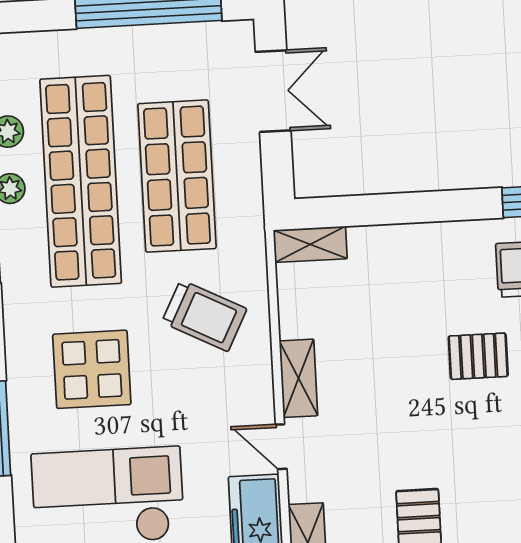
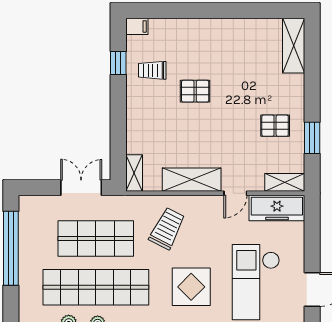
double door: (273, 91) -> (81, 188), moved
pallet: (478, 356) -> (195, 91), turned 90
shelving: (299, 378) -> (192, 180), width x1.50, depth x1.33

